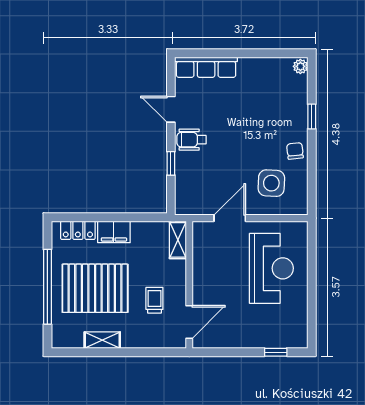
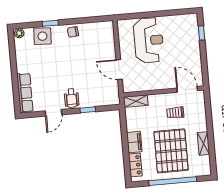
side table: (271, 183) -> (42, 36), moved
reception desk: (271, 268) -> (149, 40), turned 90

